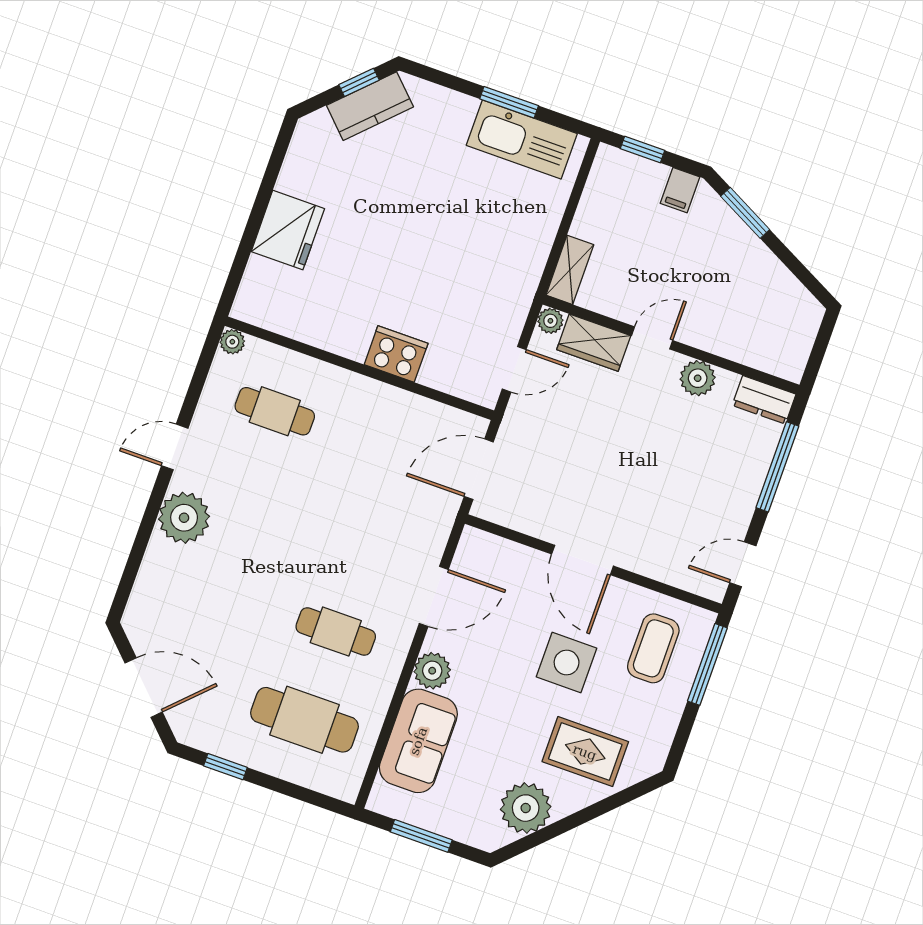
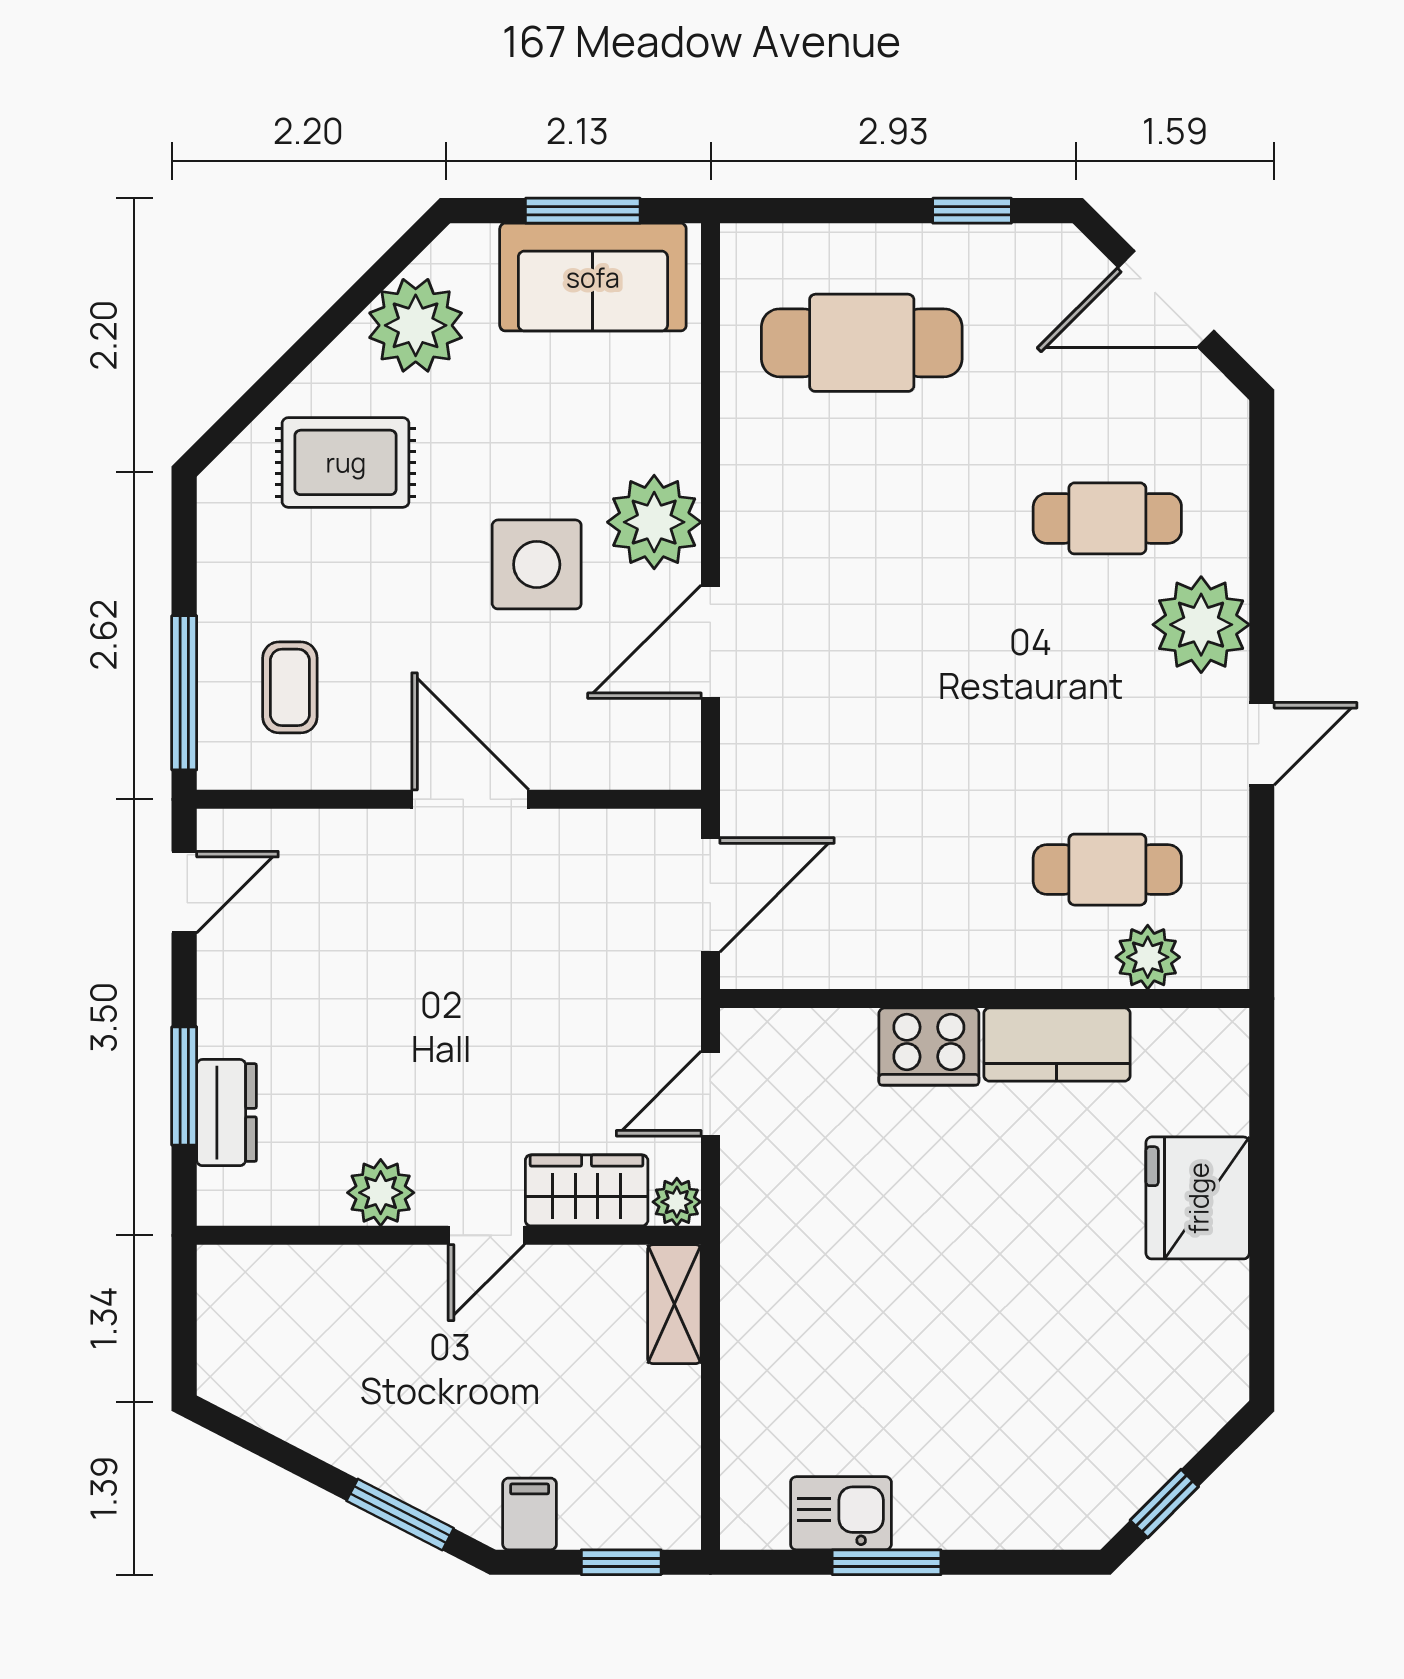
kitchen counter: (370, 106) -> (1057, 1045), moved, turned -135
kitchen sink: (522, 139) -> (841, 1513), width x0.53, depth x0.81
plant: (232, 342) -> (1148, 957), moved, width x1.38, depth x1.38
dresser: (764, 400) -> (226, 1113), moved, turned 90
window: (777, 467) -> (184, 1086), width x0.69
cafe table: (336, 632) -> (1107, 518), moved
coffee table: (653, 648) -> (290, 687), width x0.73, depth x0.77
side table: (567, 663) -> (537, 564), moved
plant: (432, 671) -> (654, 522), width x1.36, depth x1.36
sofa: (418, 741) -> (593, 277), moved, turned -90

